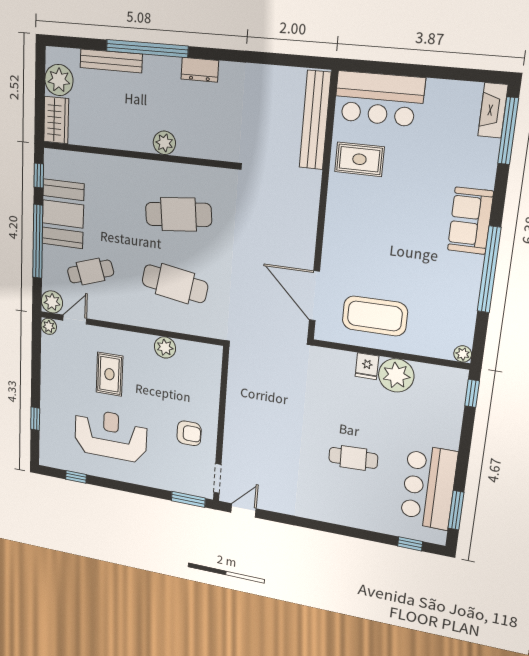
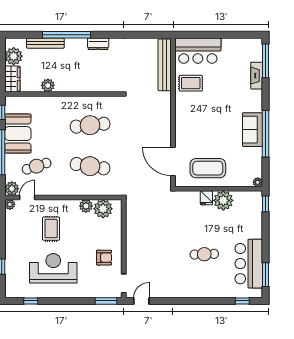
fireplace: (493, 110) -> (257, 76), moved
plant: (164, 143) -> (48, 85), moved
sofa: (470, 221) -> (252, 130), moved
plant: (192, 356) -> (103, 209), added

